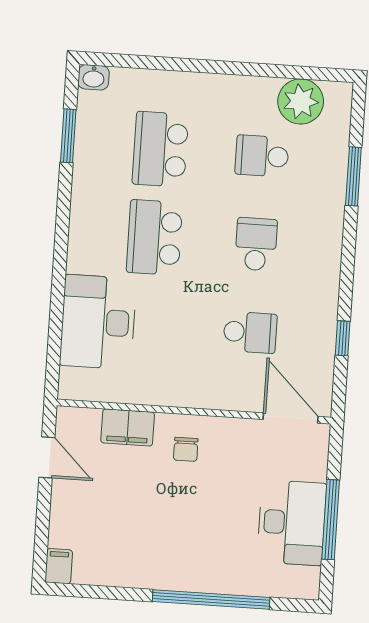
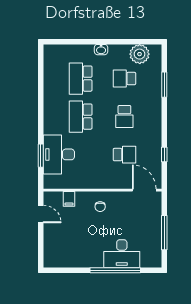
washbasin: (94, 77) -> (101, 50), moved
window: (68, 136) -> (41, 156), moved
school desk: (256, 244) -> (124, 117), turned 180
filing cabinet: (128, 427) -> (69, 199), width x0.50
desk: (292, 523) -> (122, 254), moved, turned 90
filing cabinet: (59, 566) -> (49, 260), removed

